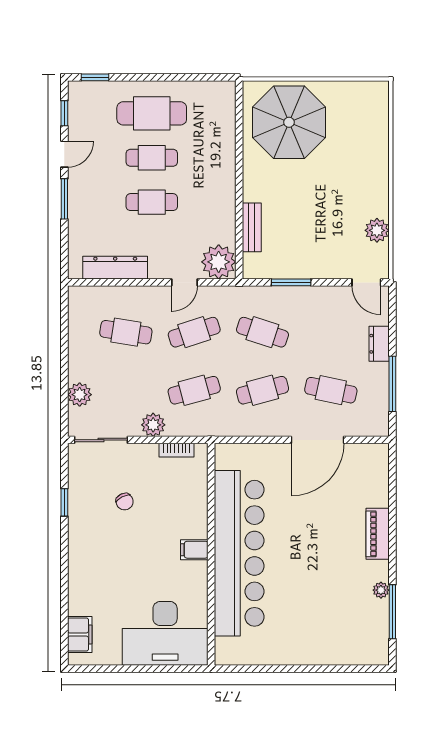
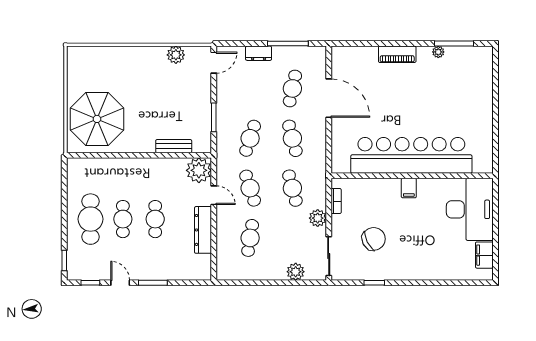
dresser: (115, 268) -> (203, 230), moved
chair: (125, 502) -> (374, 239), width x1.87, depth x1.87
filing cabinet: (80, 634) -> (484, 255), moved, turned -90

